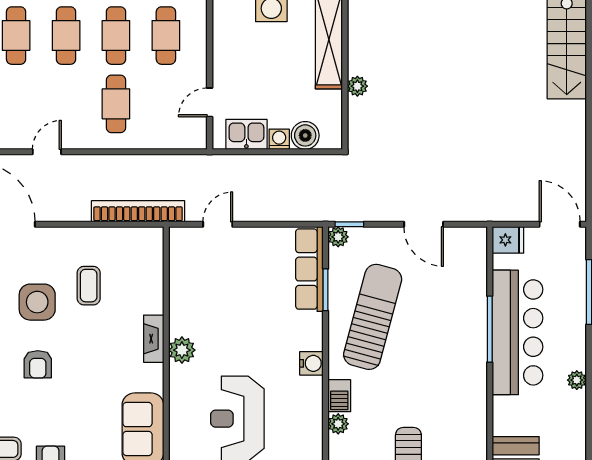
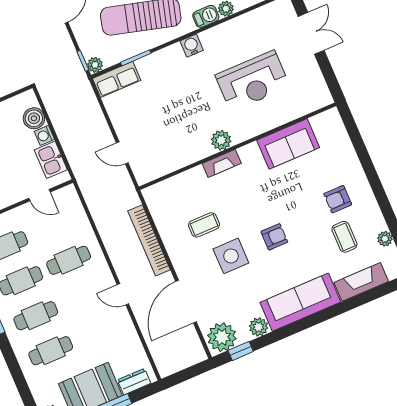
bookcase: (138, 211) -> (149, 240), moved
row of seats: (309, 269) -> (117, 79), width x0.68

